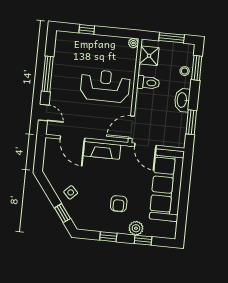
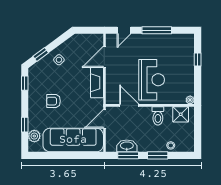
window: (172, 38) -> (198, 132), removed
window: (197, 68) -> (158, 155), moved
washbasin: (182, 100) -> (127, 146), moved
door: (131, 127) -> (129, 105), moved
plant: (136, 228) -> (34, 136), moved
window: (108, 237) -> (25, 83), moved

